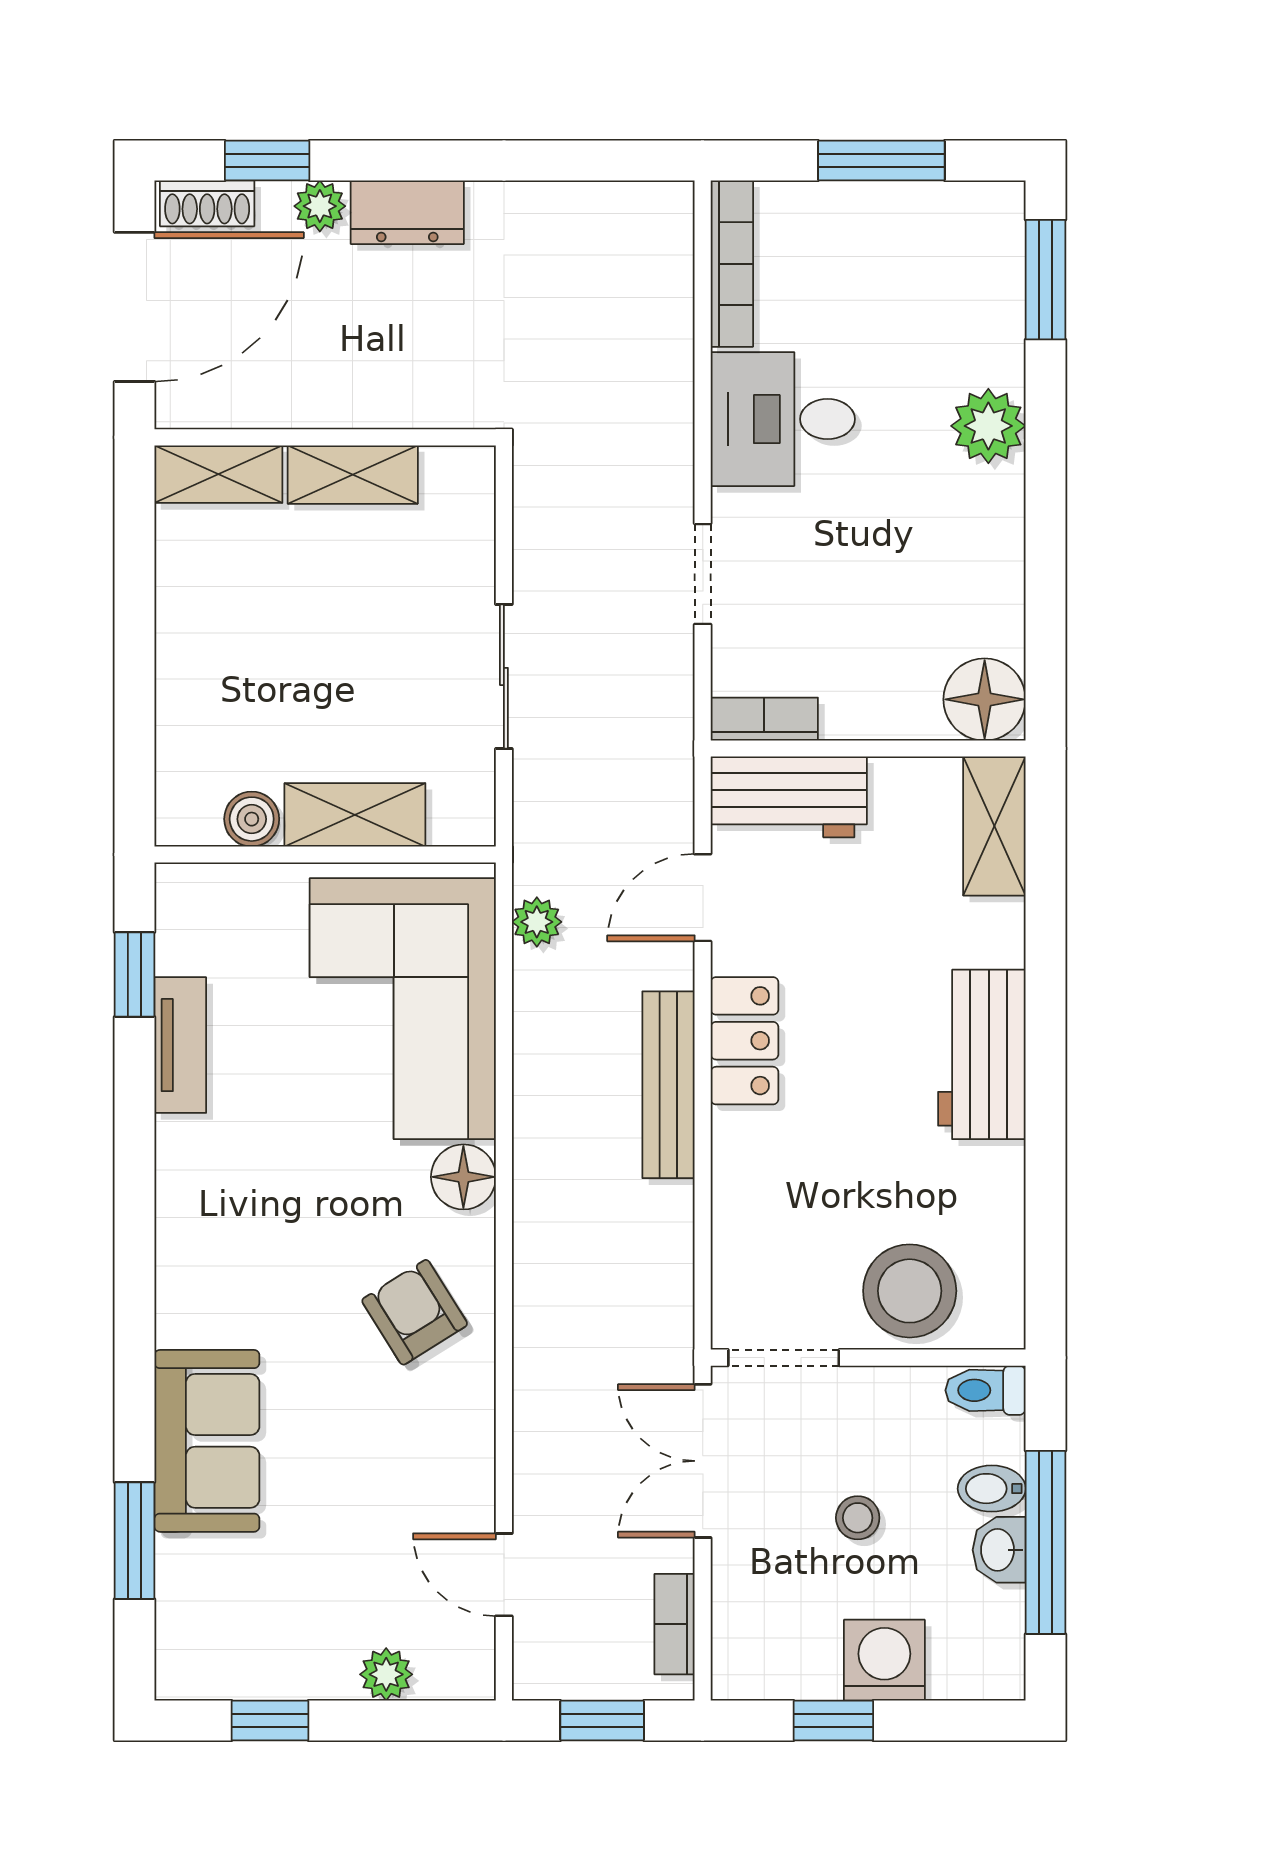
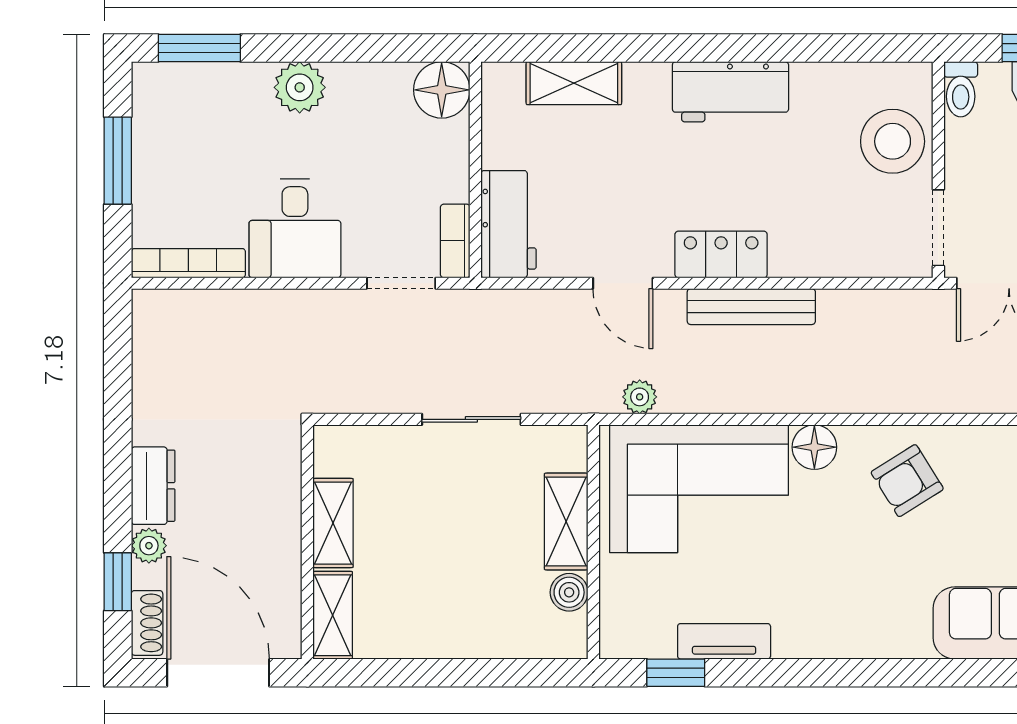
floor lamp: (985, 699) -> (442, 90), moved
bookcase: (764, 719) -> (455, 241), moved
wall: (868, 749) -> (475, 170), moved
workbench: (789, 797) -> (509, 224), moved

